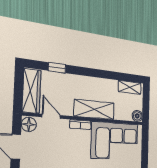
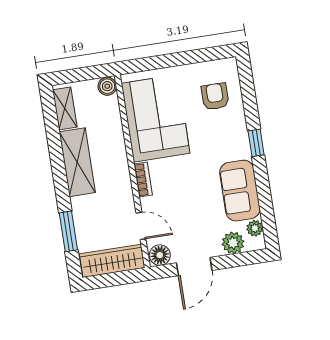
window: (57, 68) -> (68, 231), width x1.50
shelving: (94, 110) -> (77, 162), moved
door: (51, 116) -> (141, 226), swing flipped

